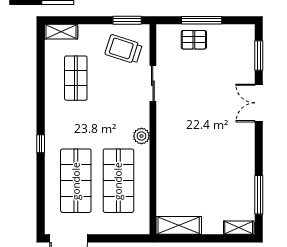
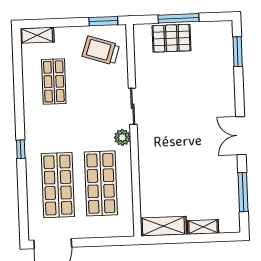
pallet: (194, 40) -> (171, 38), width x1.50, depth x1.42
sliding door: (153, 83) -> (133, 106), moved
double door: (259, 103) -> (241, 136), moved
shelving: (239, 228) -> (203, 227), moved

